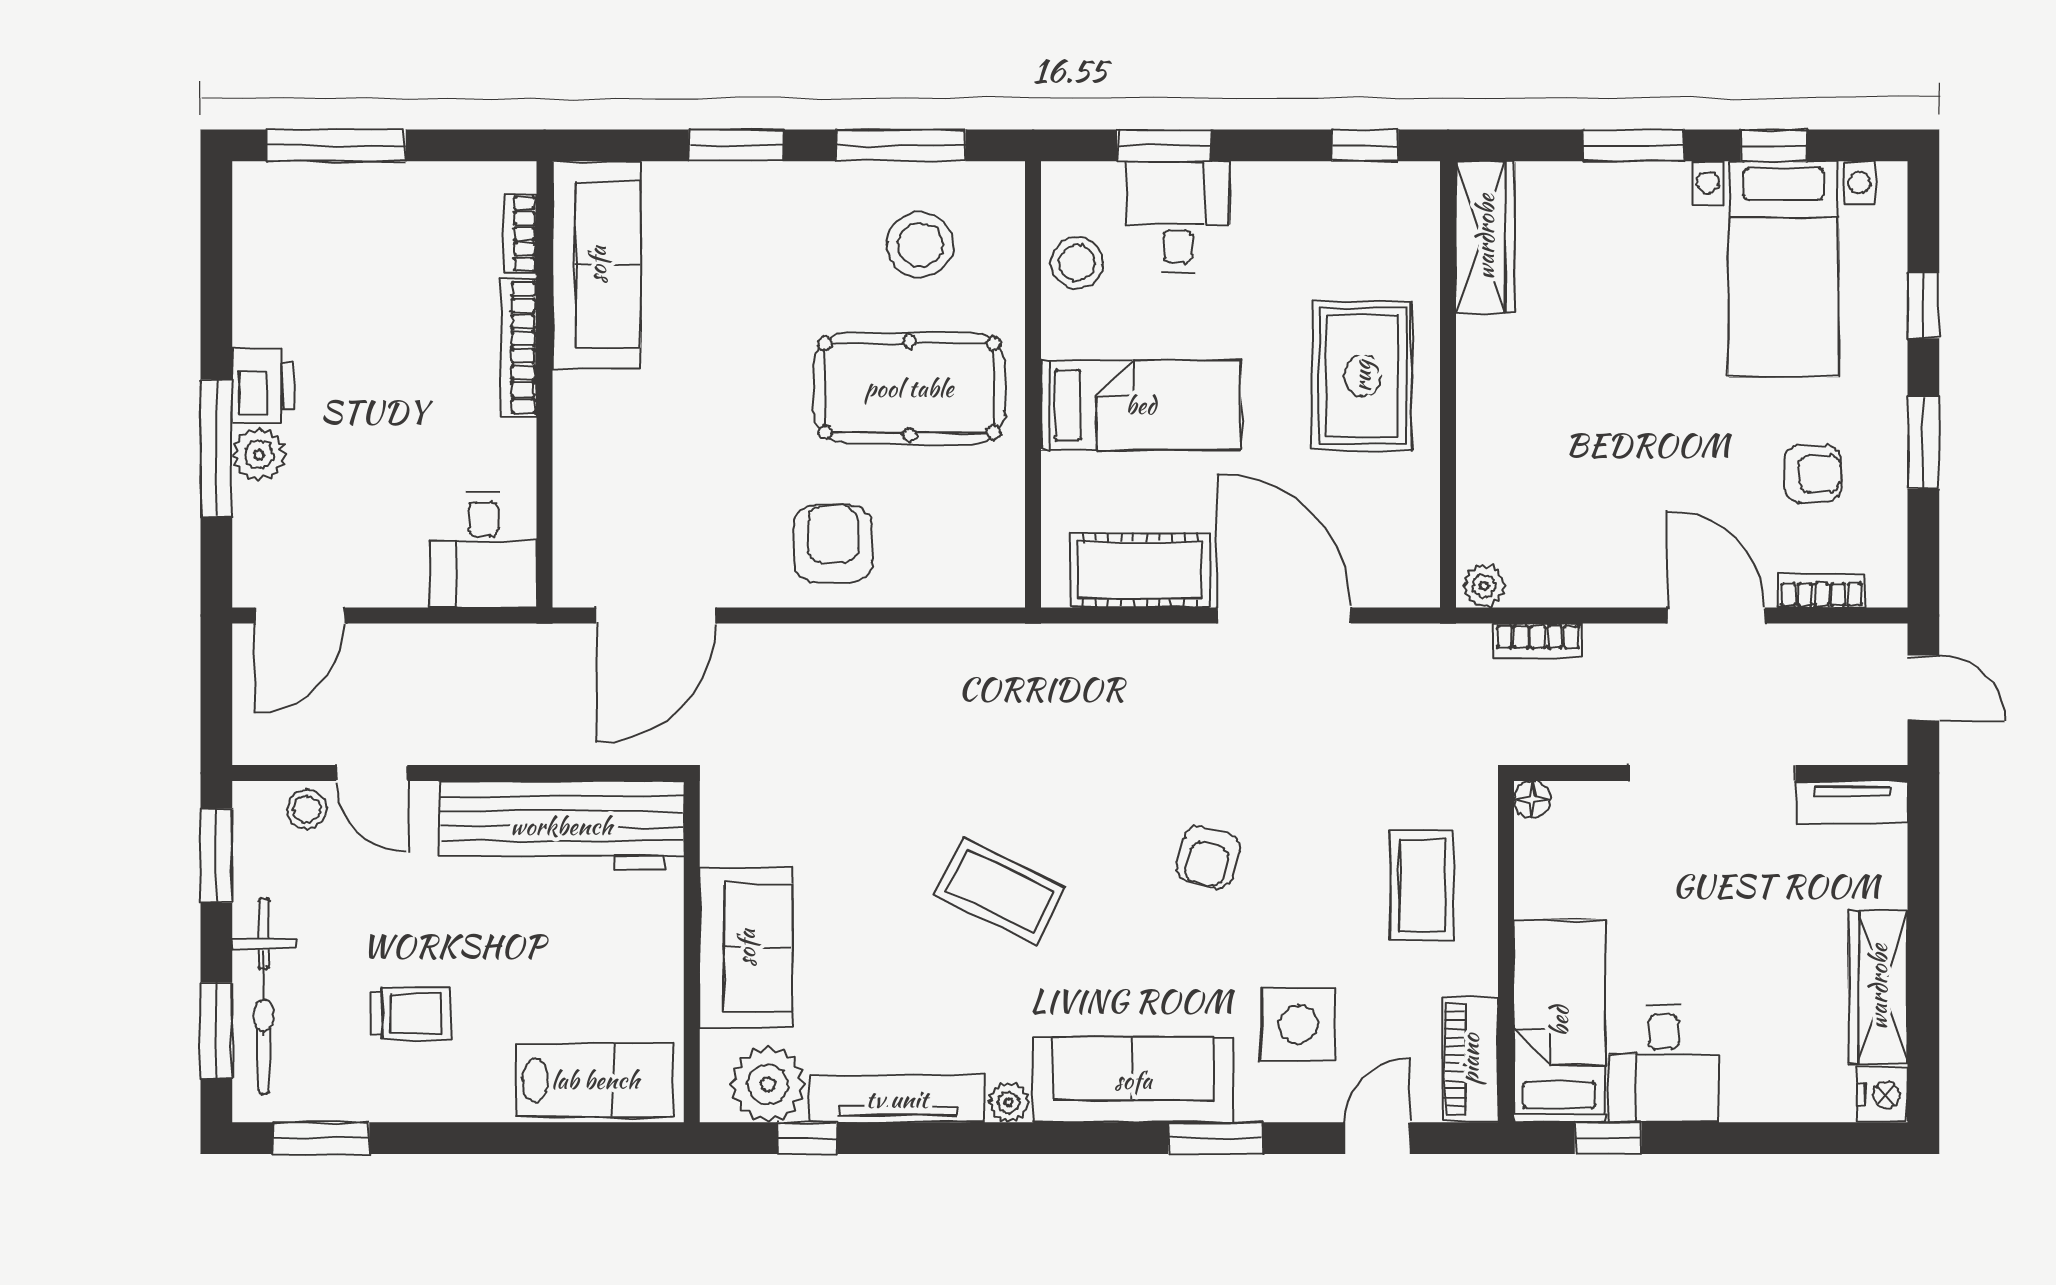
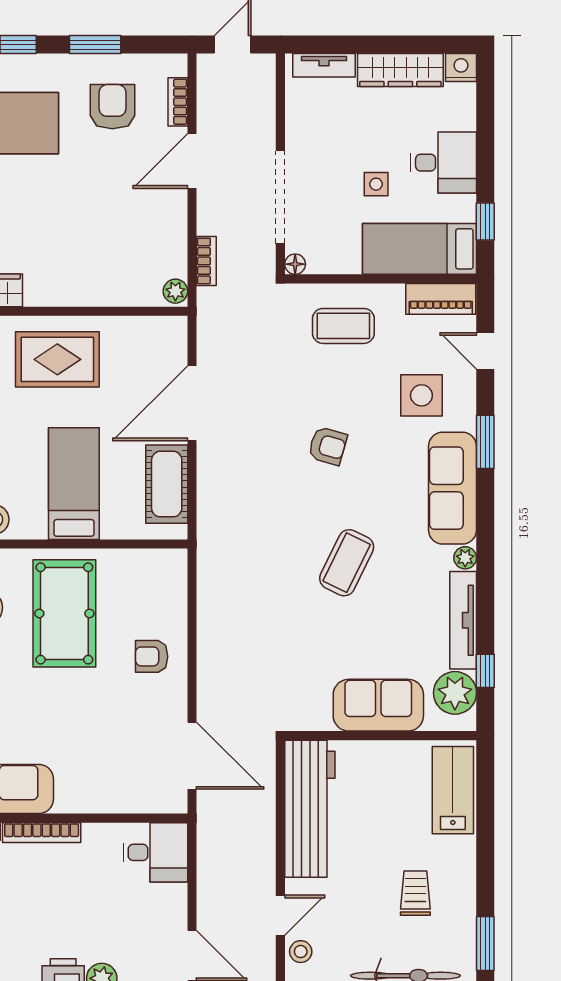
armchair: (1813, 474) -> (112, 107), width x1.38, depth x1.38
armchair: (833, 544) -> (152, 656), width x0.72, depth x0.72
doorway: (1713, 773) -> (280, 197), moved
tv unit: (1852, 802) -> (324, 65), moved, turned 90
side table: (1675, 944) -> (376, 184), added
desk: (1664, 1064) -> (443, 163), moved

